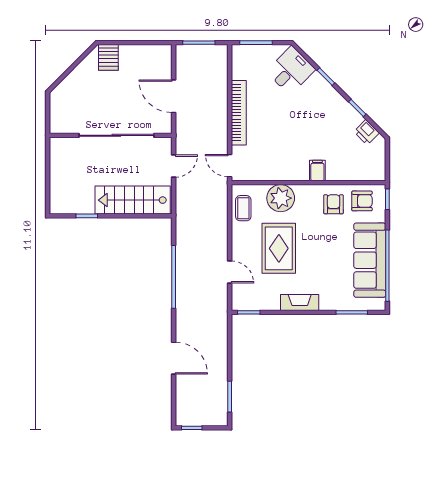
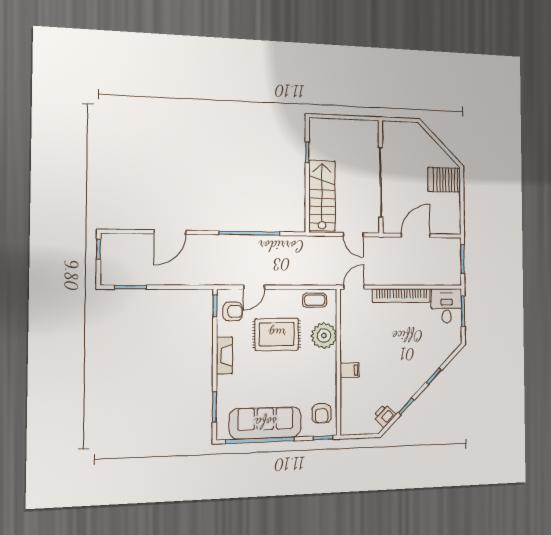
server rack: (108, 57) -> (444, 180), width x1.36, depth x1.44
desk: (291, 70) -> (447, 306), moved, turned -135
armchair: (334, 204) -> (233, 311), moved

